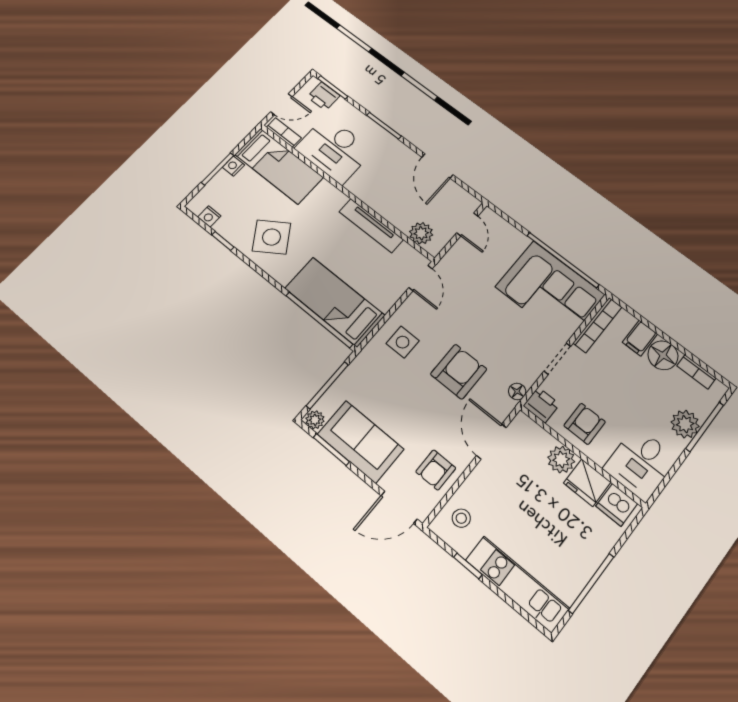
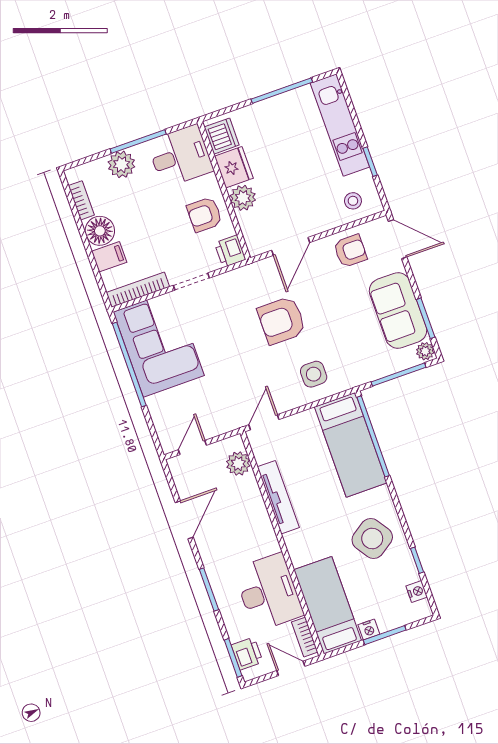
floor lamp: (517, 391) -> (243, 274), removed
window: (705, 427) -> (138, 142), moved

